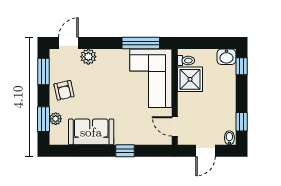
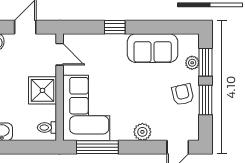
plant: (88, 57) -> (142, 132), moved
window: (44, 72) -> (205, 100), moved
shower: (190, 79) -> (42, 90), moved

